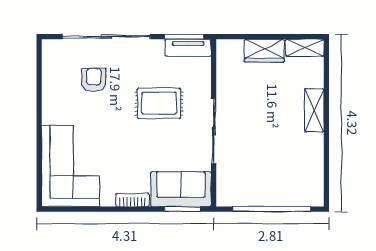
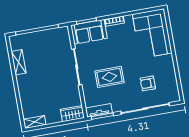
wardrobe: (264, 51) -> (72, 114), moved
armchair: (94, 80) -> (148, 83), turned 90
shelving: (314, 110) -> (19, 62), moved

